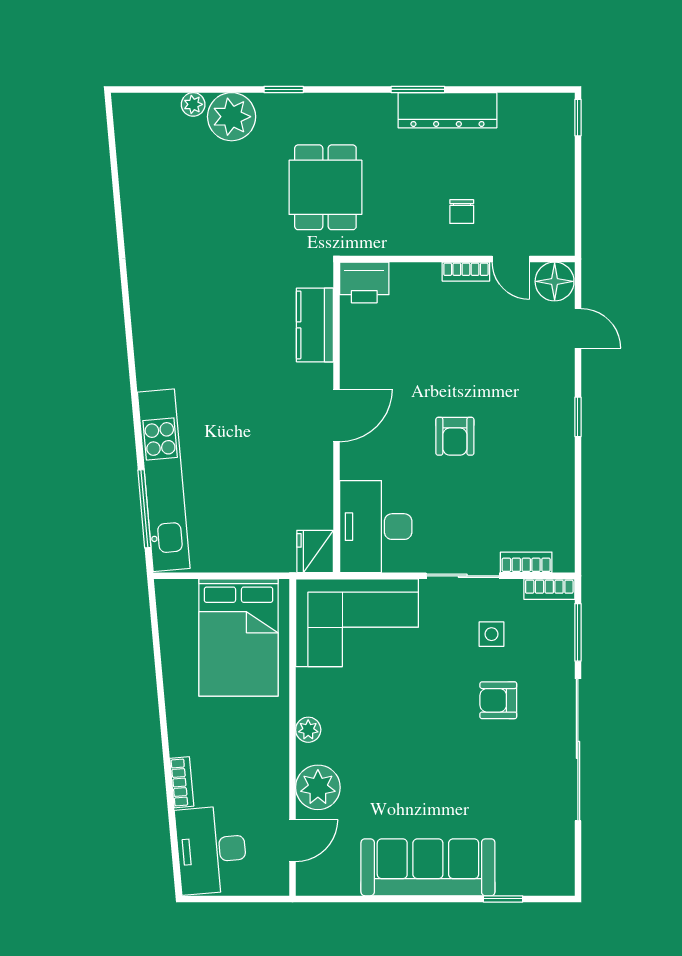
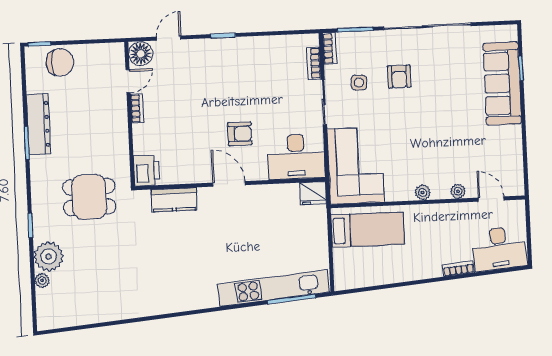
chair: (462, 212) -> (60, 62), moved, width x1.87, depth x1.87
armchair: (455, 436) -> (240, 134), moved
bed: (239, 638) -> (368, 230), width x0.67
plant: (318, 787) -> (458, 191), width x0.53, depth x0.53
sofa: (428, 867) -> (502, 83), moved

